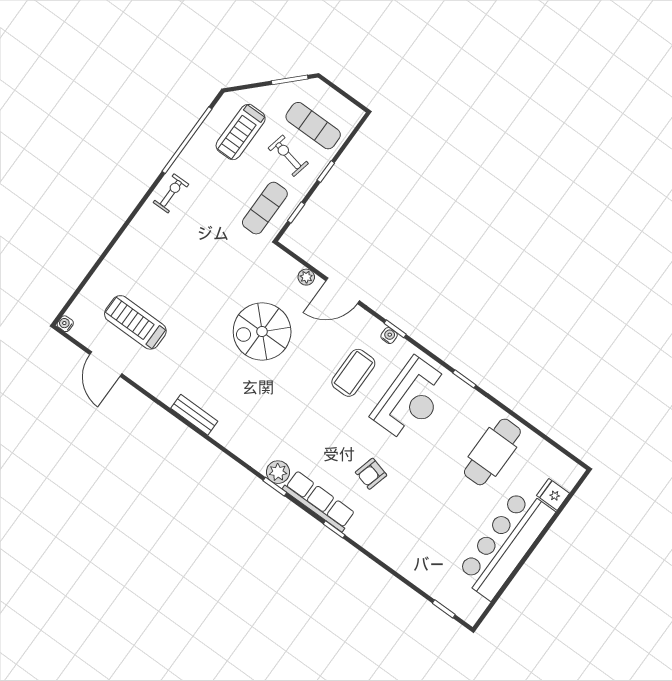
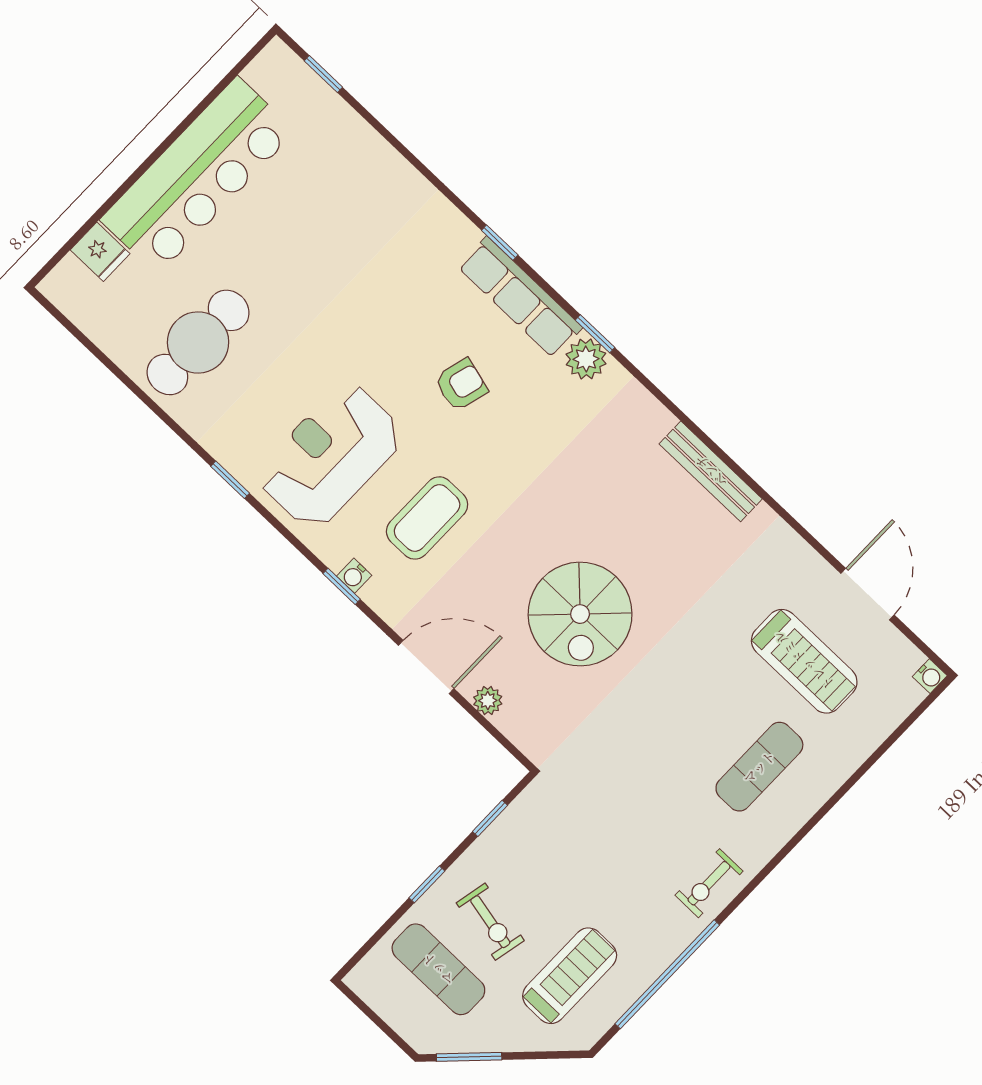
exercise mat: (265, 208) -> (759, 767), moved
spiral stairs: (262, 332) -> (580, 614), turned 90
bench: (194, 415) -> (711, 471), width x1.36
armchair: (371, 474) -> (461, 385), moved

